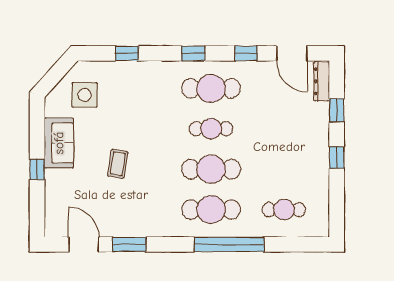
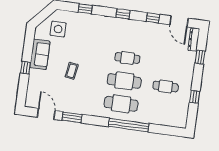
cafe table: (211, 88) -> (130, 35), removed
window: (337, 157) -> (195, 97), moved
cafe table: (284, 210) -> (166, 86), moved

